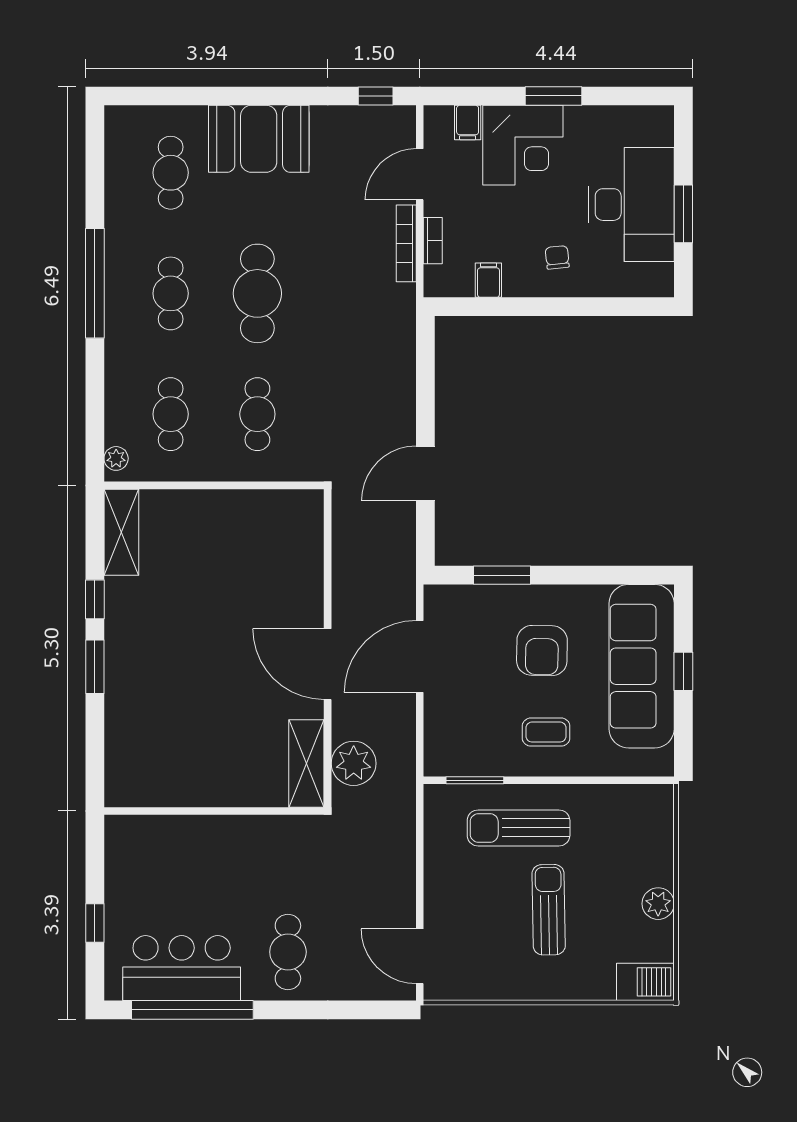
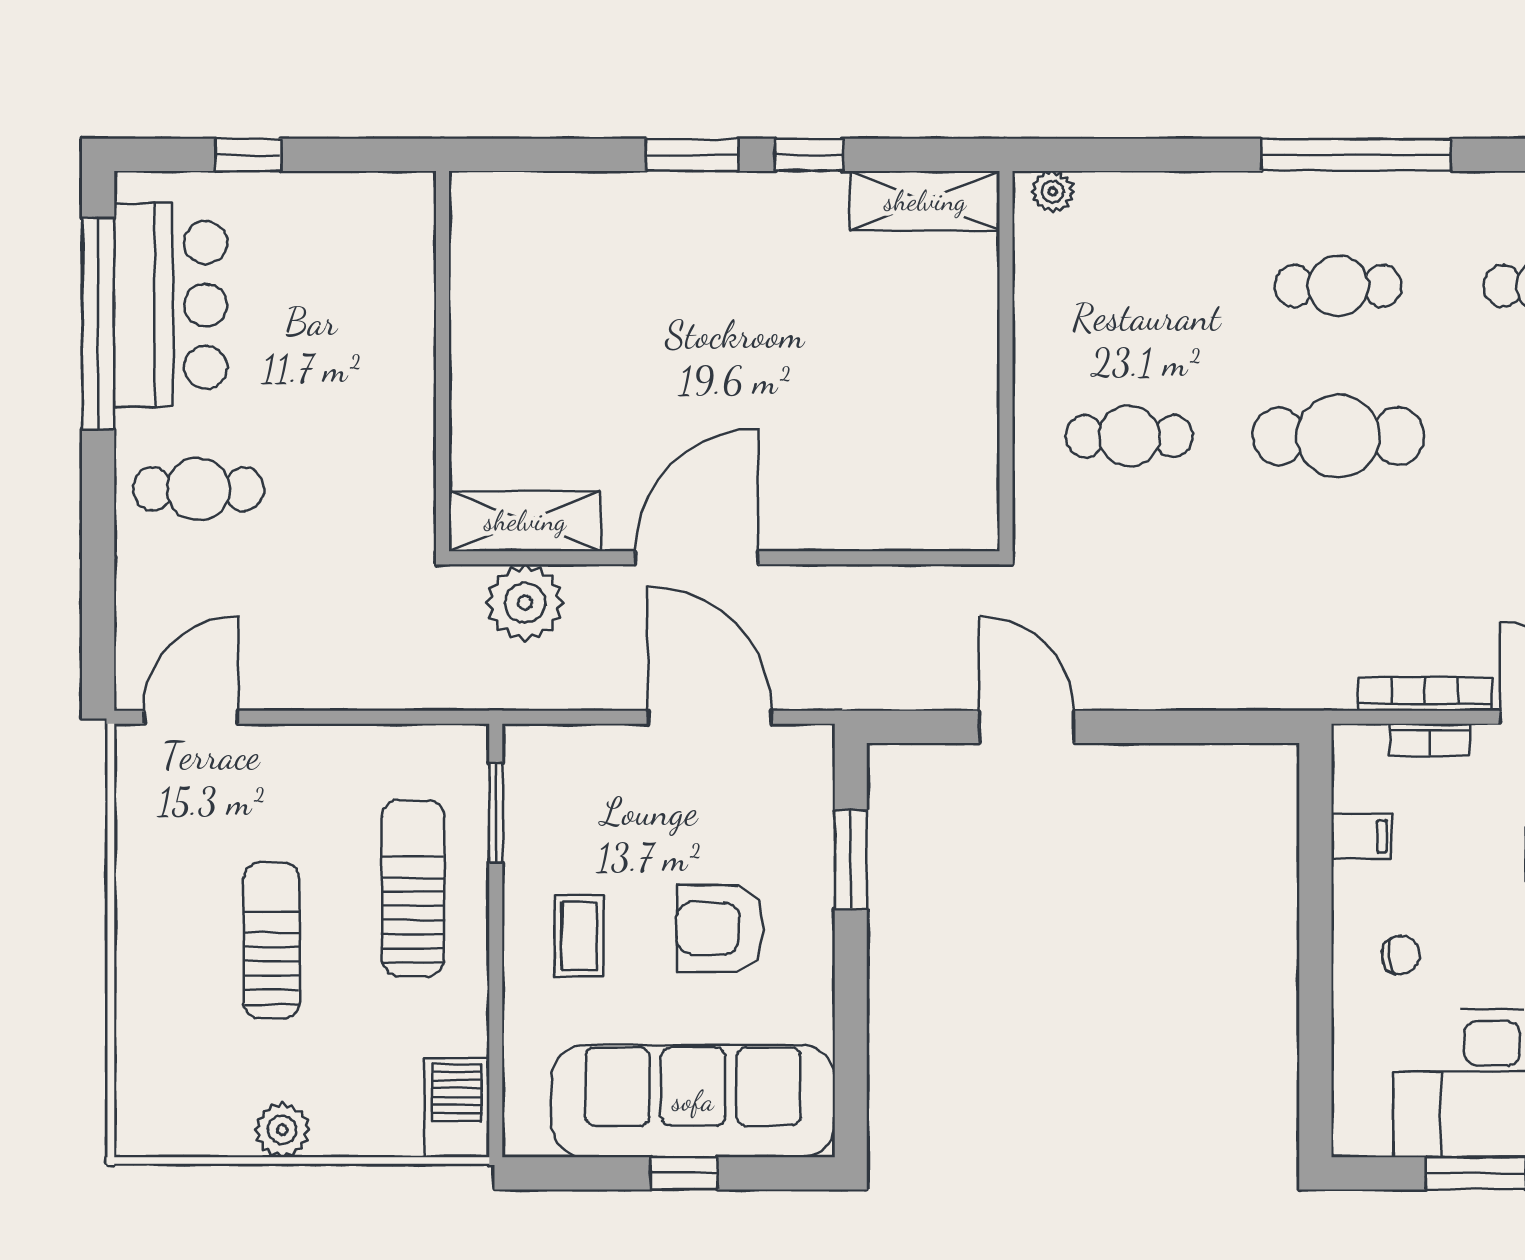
cafe table: (171, 414) -> (1129, 286), removed
sun lounger: (549, 910) -> (272, 940), turned -89
barbecue: (645, 982) -> (457, 1108), moved, turned 180

